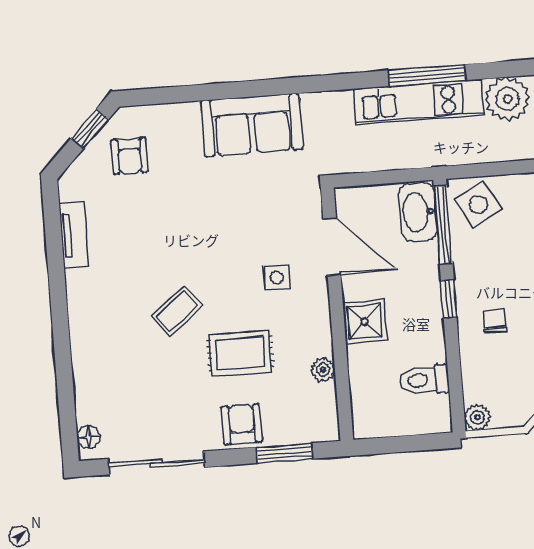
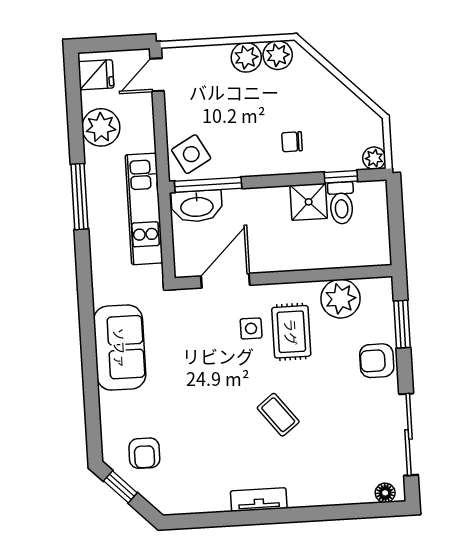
kitchen unit: (419, 102) -> (144, 209), moved, turned 180
armchair: (130, 156) -> (144, 453), turned 90
tv unit: (74, 235) -> (259, 500), moved
window: (449, 299) -> (341, 177), moved
shower: (365, 321) -> (309, 202), moved
rug: (240, 353) -> (291, 332), moved
plant: (323, 370) -> (341, 299), width x1.87, depth x1.87

